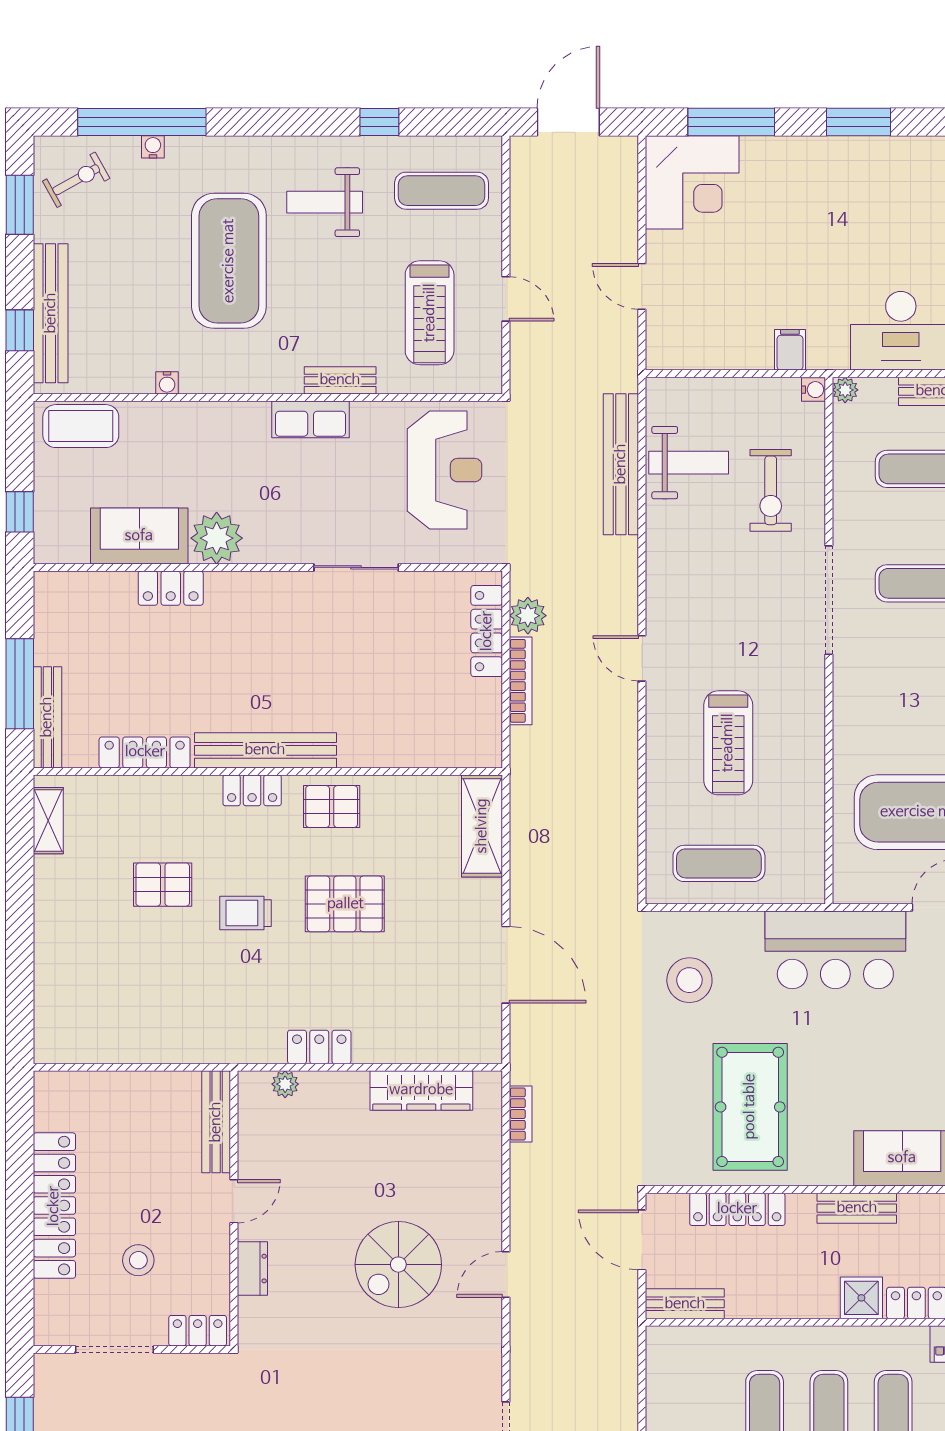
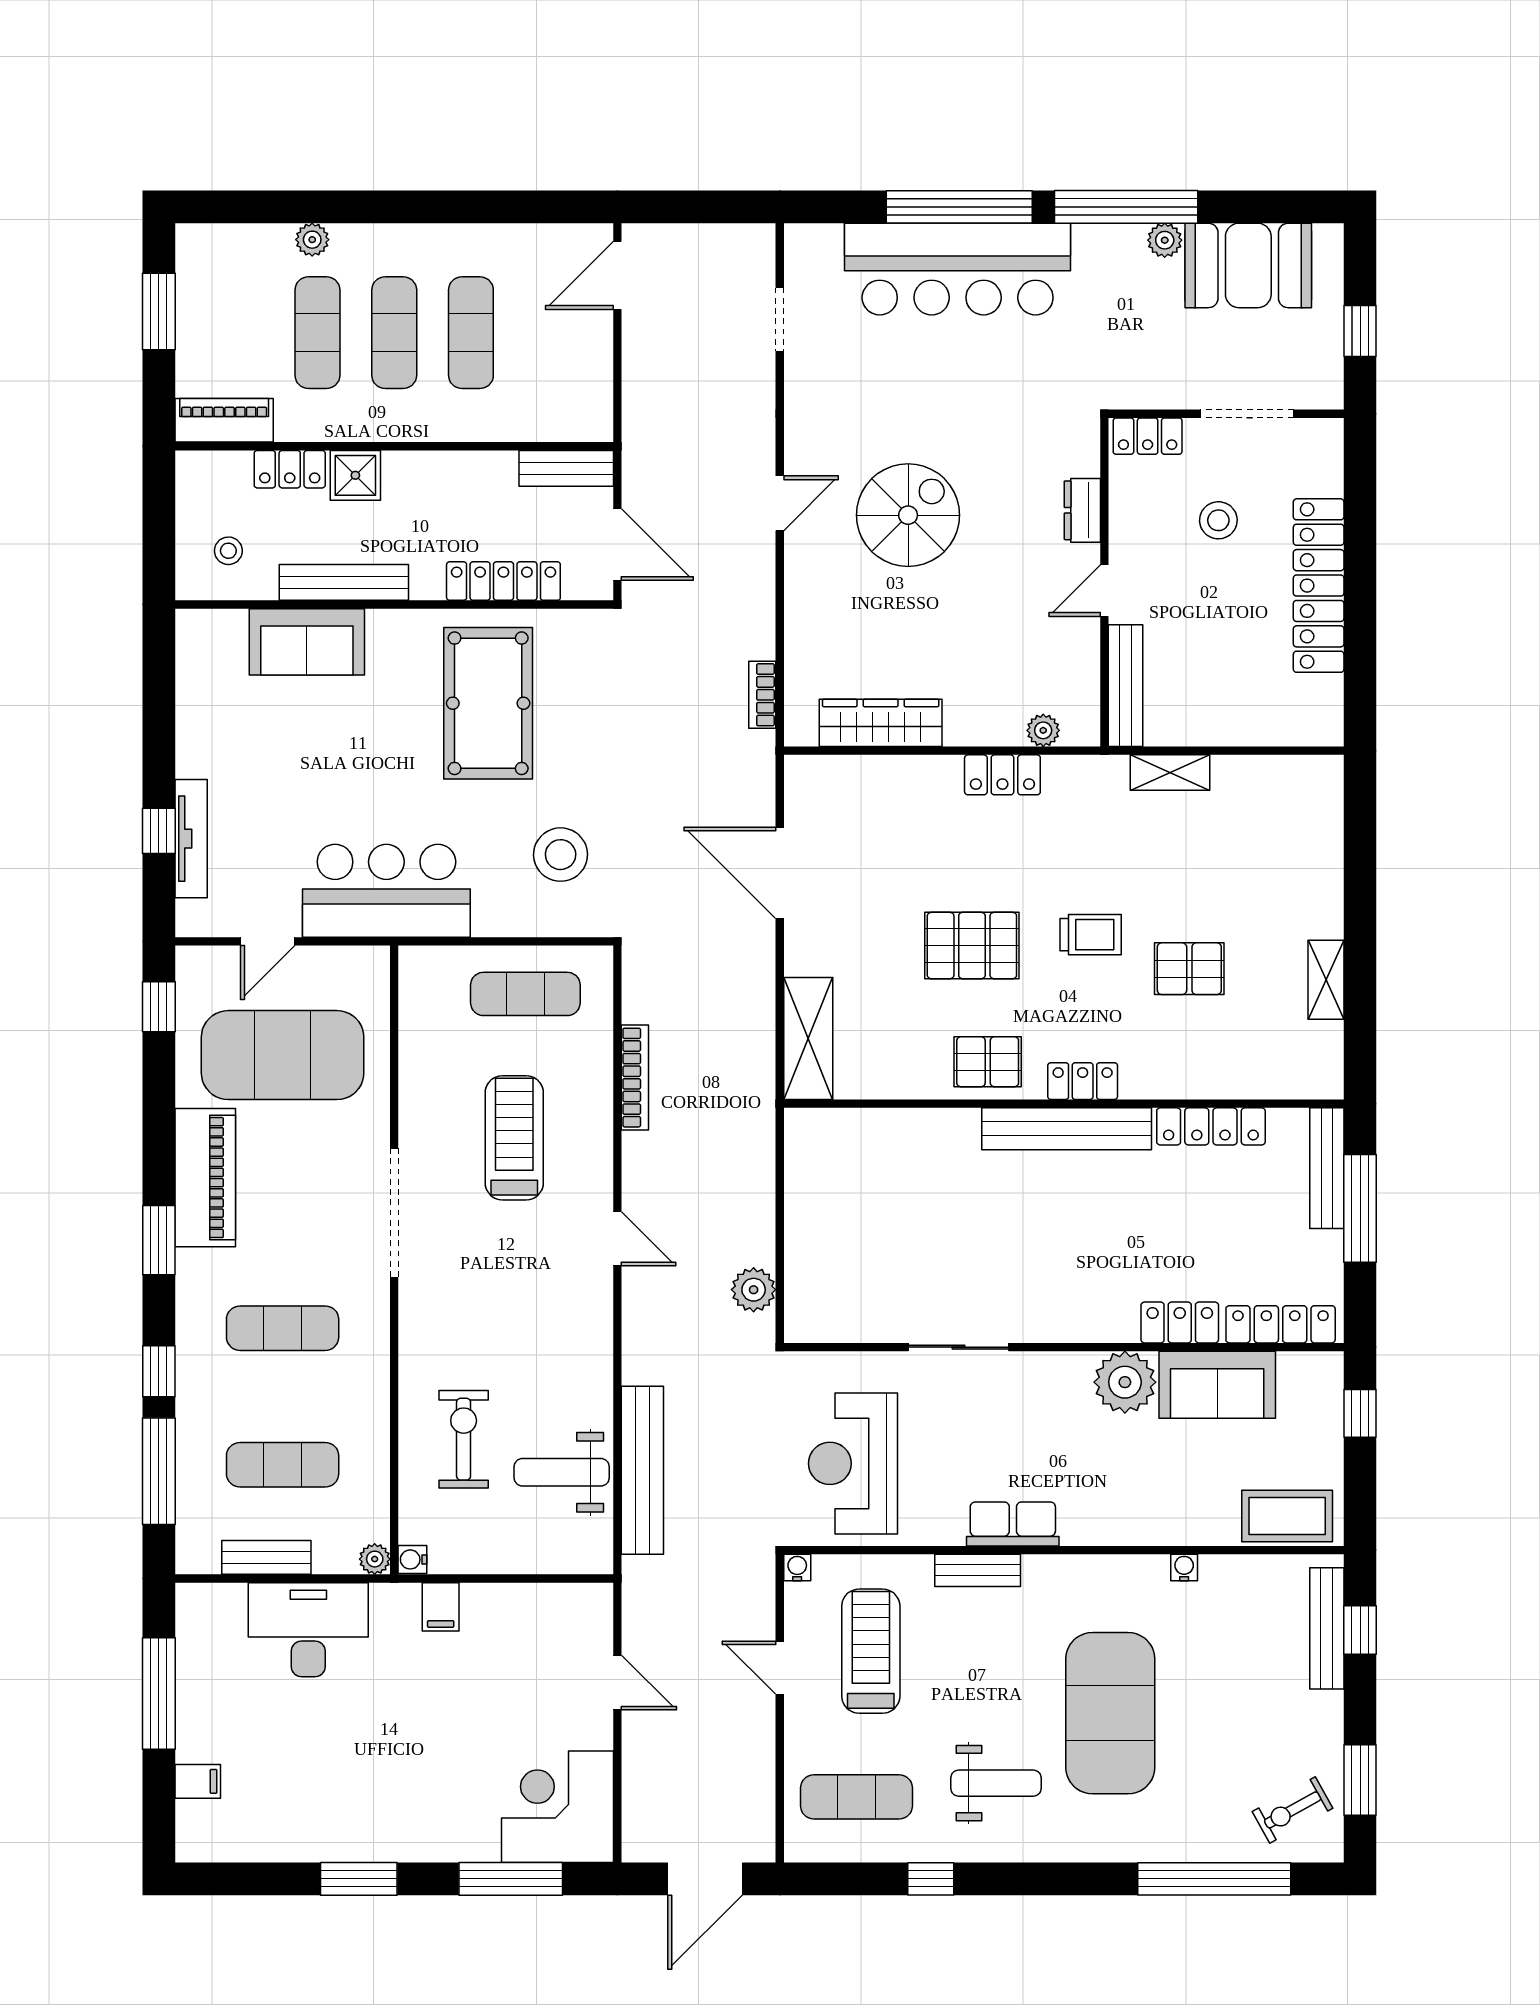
water cooler: (153, 147) -> (797, 1568), moved, turned 180
bench: (51, 313) -> (1327, 1628), width x0.73, depth x0.82
doorway: (829, 600) -> (394, 1213), moved
locker: (487, 631) -> (1281, 1324), moved, turned -90
bookcase: (521, 681) -> (635, 1078), moved, turned 180
shelving: (48, 821) -> (1326, 980), moved
shelving: (179, 1049) -> (1170, 773), added
bench: (857, 1208) -> (344, 582), width x1.36

